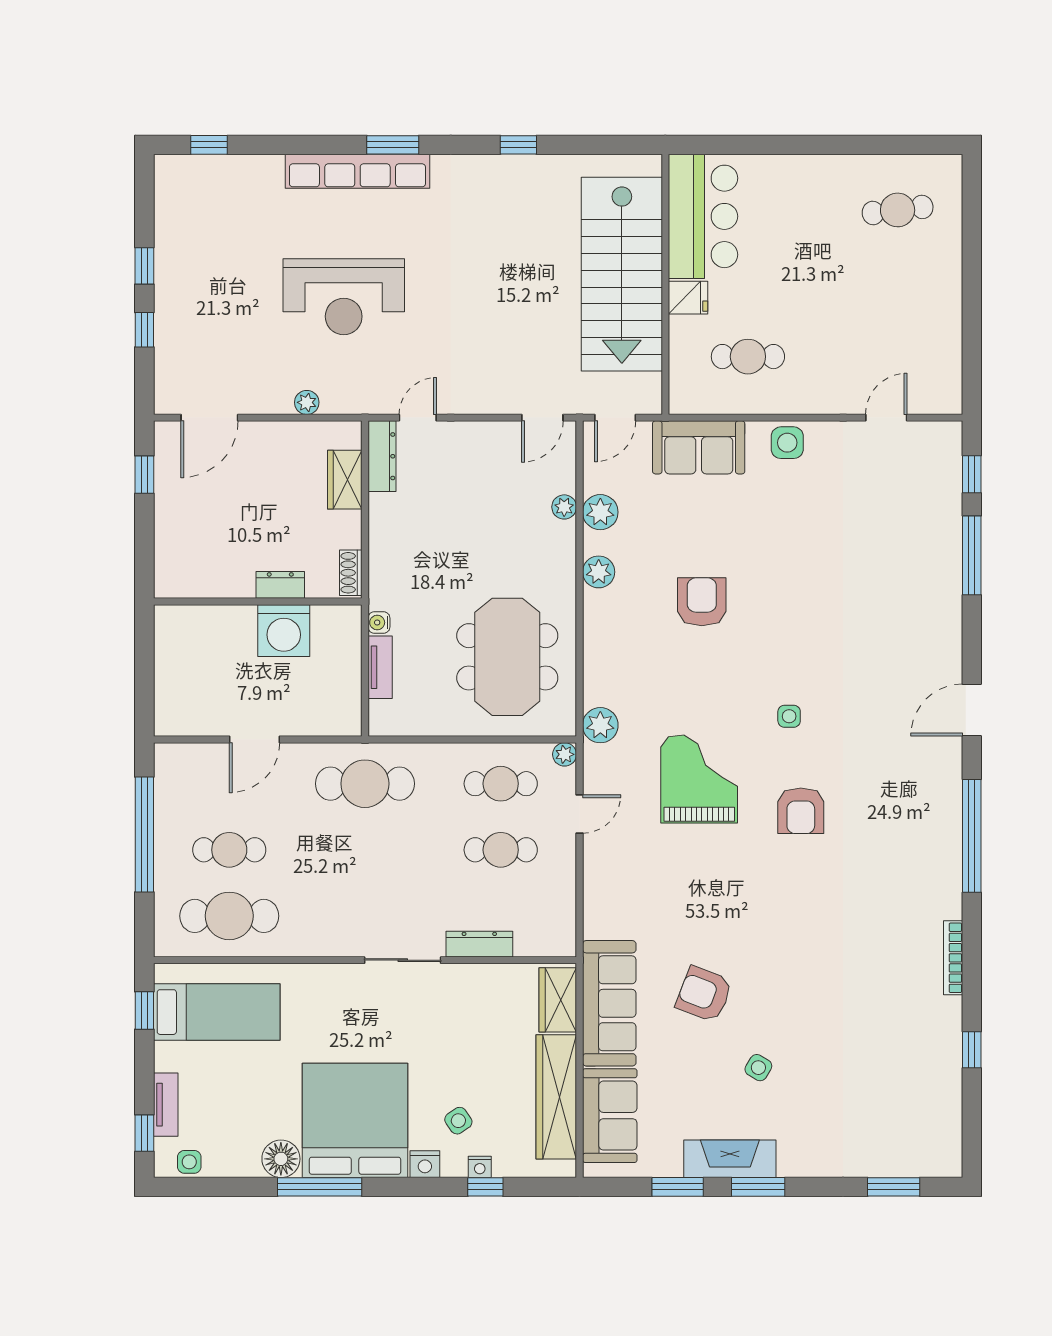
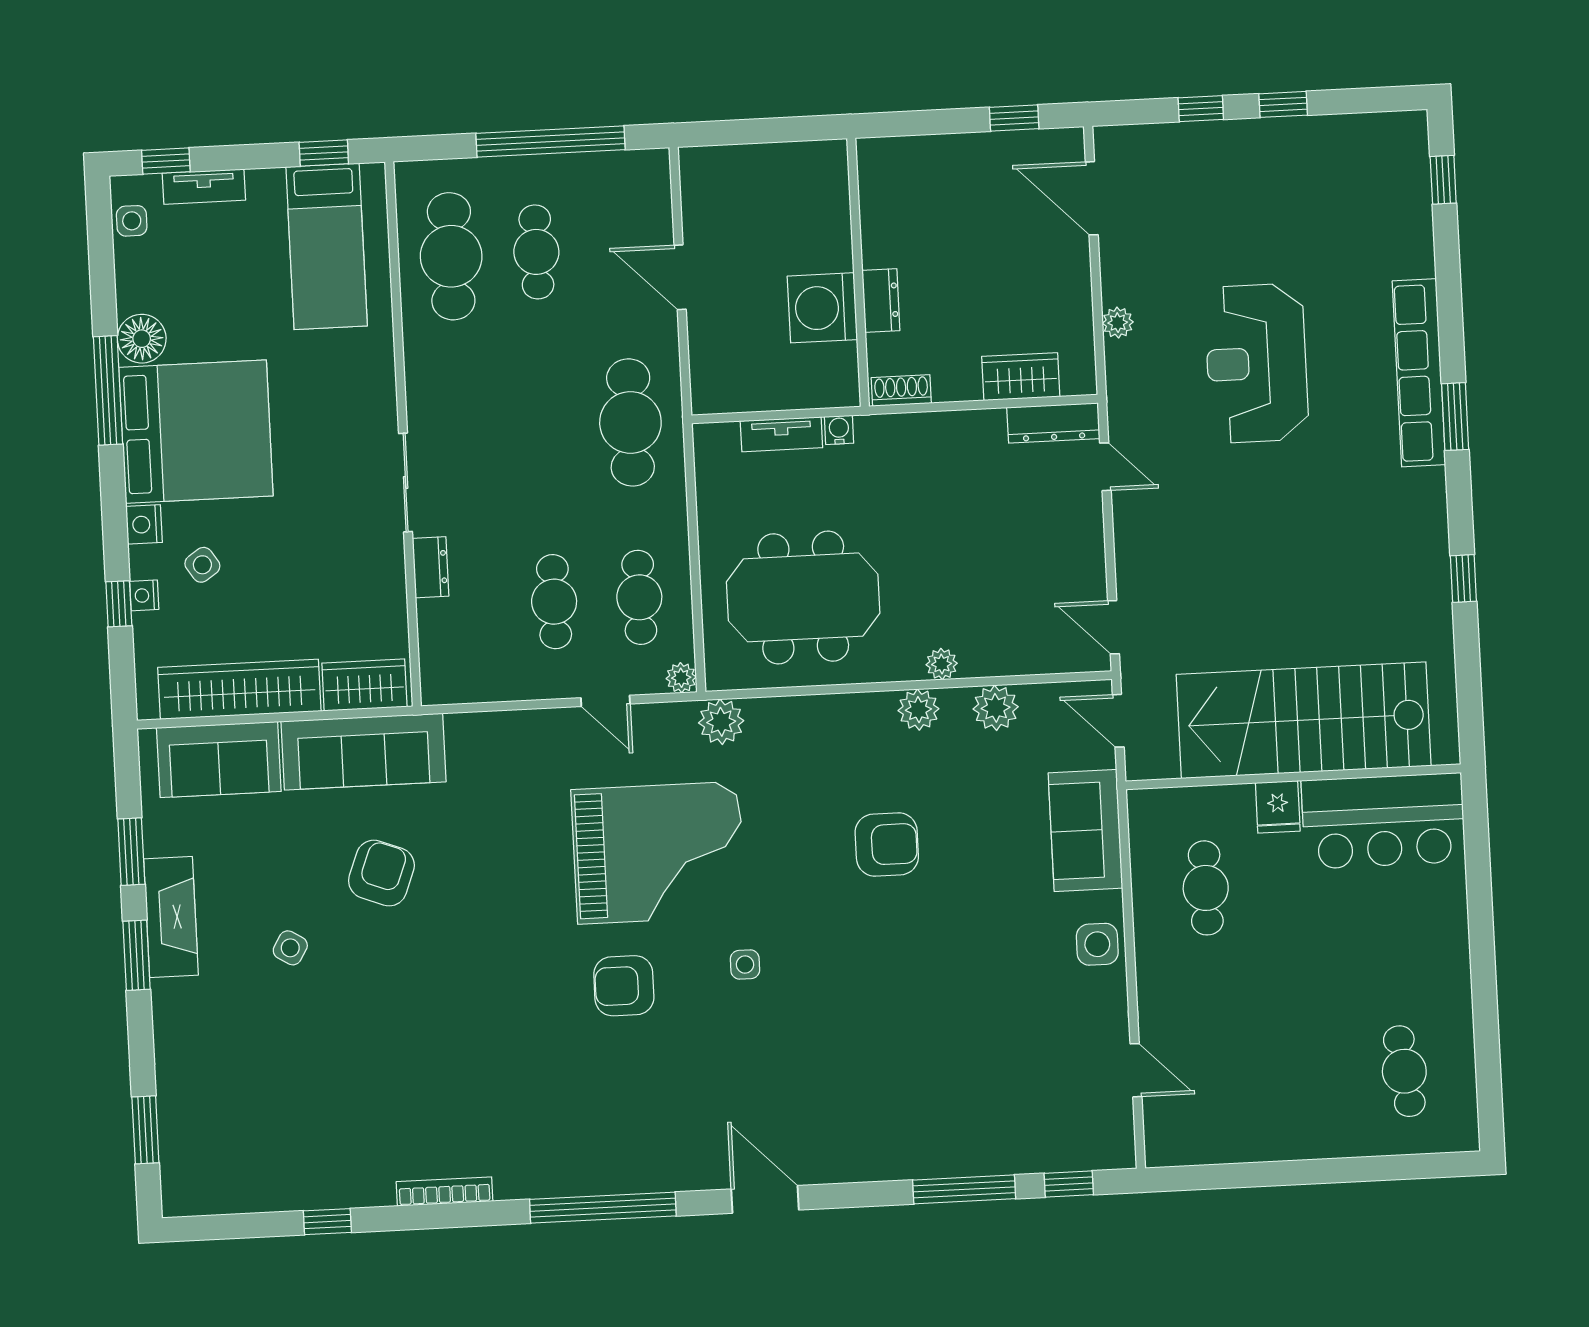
plant: (564, 507) -> (942, 664), moved
grand piano: (699, 779) -> (658, 853), width x1.37, depth x1.48
dresser: (479, 944) -> (431, 567), width x0.70

